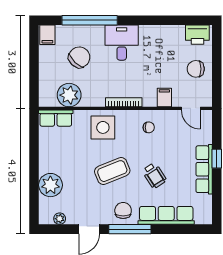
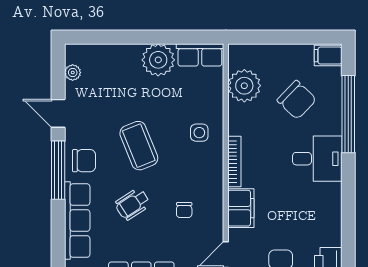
filing cabinet: (164, 97) -> (241, 208), width x2.00
row of seats: (56, 118) -> (200, 55), moved, turned -90
side table: (103, 127) -> (199, 133), width x0.54, depth x0.54
chair: (149, 127) -> (184, 210), moved
plant: (50, 185) -> (158, 60), moved

